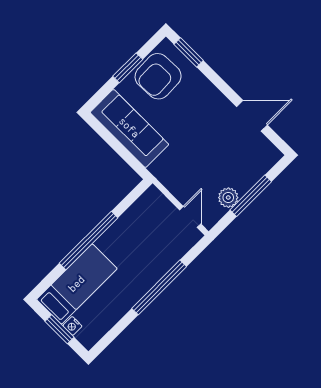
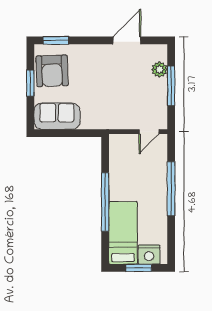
sofa: (129, 128) -> (57, 116), width x0.73
plant: (228, 198) -> (159, 70), moved
door: (190, 217) -> (149, 132), swing flipped
nightstand: (72, 326) -> (149, 255), width x1.89, depth x1.79

